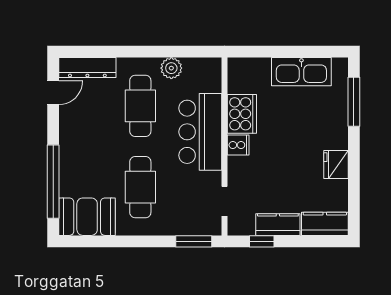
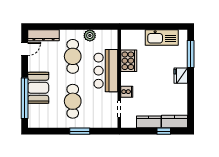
cooker: (238, 145) -> (127, 92), moved
fridge: (336, 164) -> (181, 76), moved
booth: (87, 217) -> (38, 88), moved, turned 90
window: (194, 241) -> (80, 131), moved
window: (262, 241) -> (164, 131), moved

